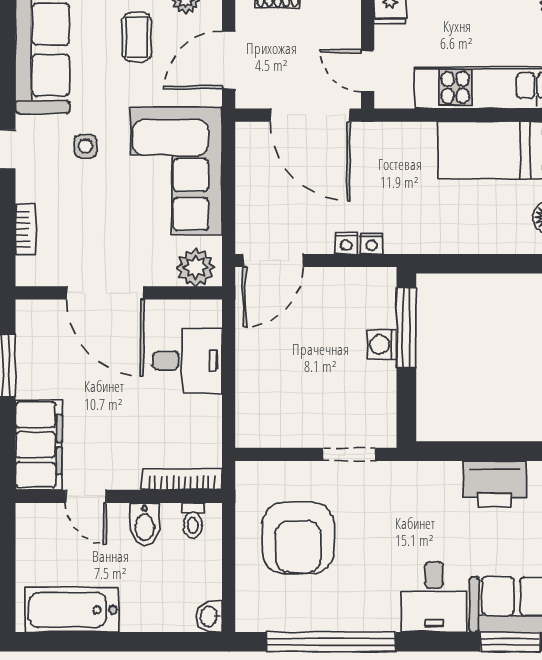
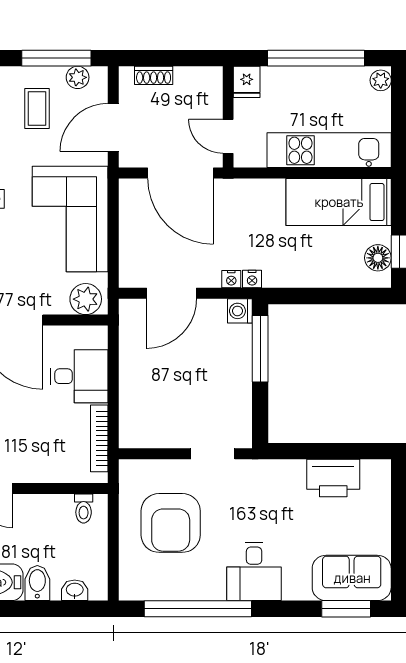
nightstand: (346, 243) -> (252, 279), moved
door: (273, 261) -> (172, 293), moved
washing machine: (382, 345) -> (240, 311), moved
bookcase: (182, 480) -> (99, 438), moved, turned -90
bidet: (145, 524) -> (37, 583), moved, turned 180
desk: (434, 597) -> (254, 571), moved
washbasin: (210, 616) -> (75, 590), moved, turned 90

